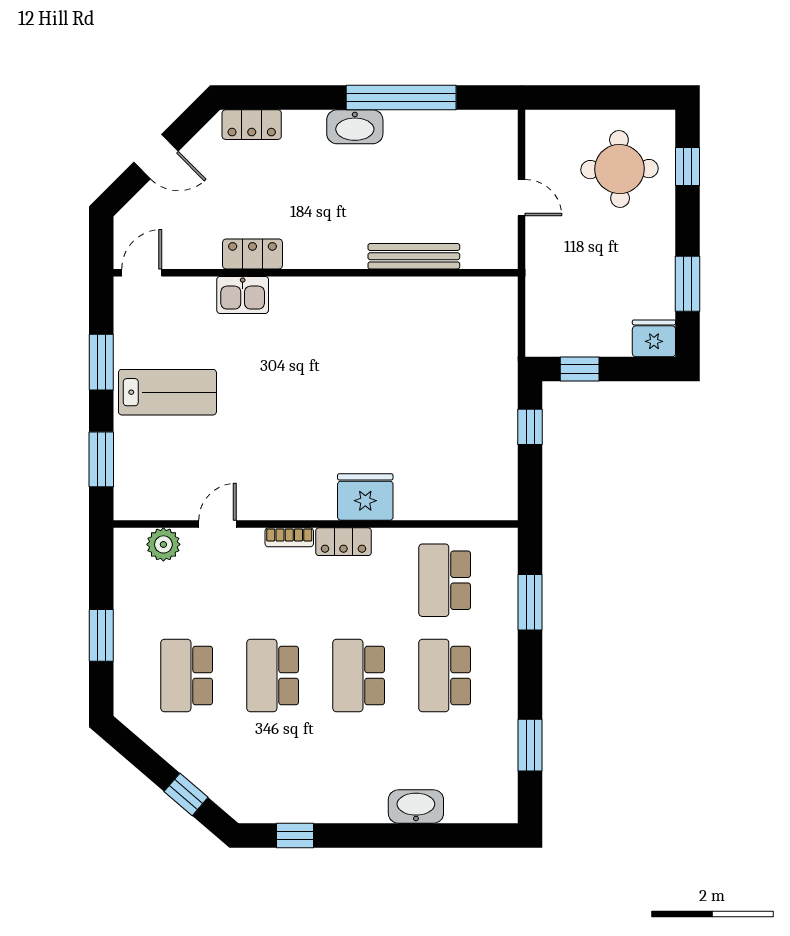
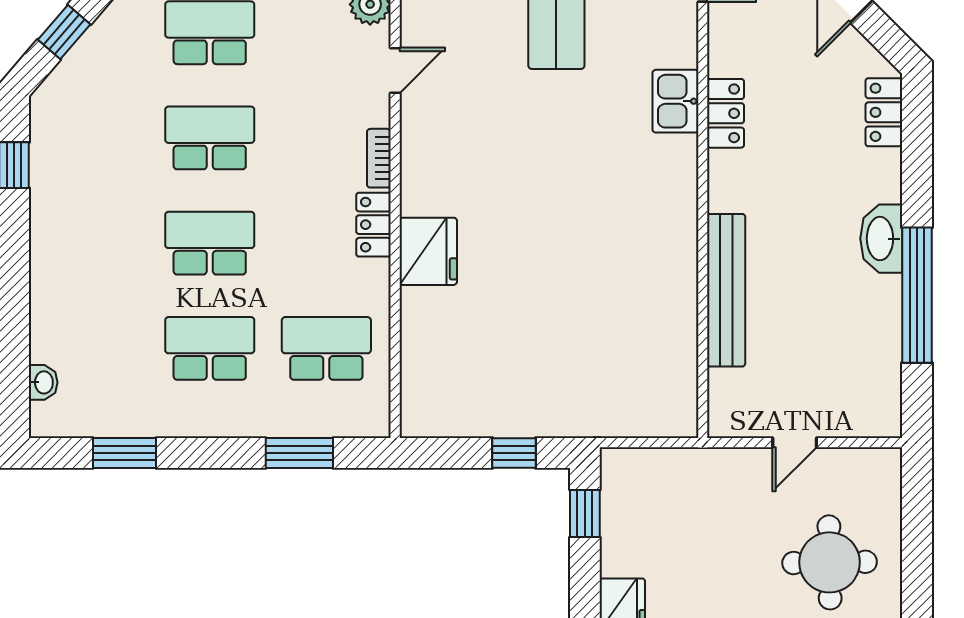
bench: (414, 256) -> (726, 290), width x1.37, depth x1.21
door: (218, 524) -> (395, 71), hinge flipped
washbasin: (416, 806) -> (43, 382), moved, width x0.52, depth x0.69

